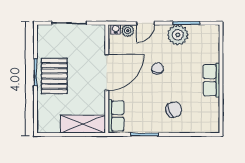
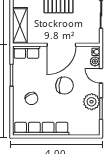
chair: (158, 69) -> (64, 85), width x1.87, depth x1.87
door: (107, 72) -> (61, 45), hinge flipped
row of seats: (211, 80) -> (41, 129), width x2.02

